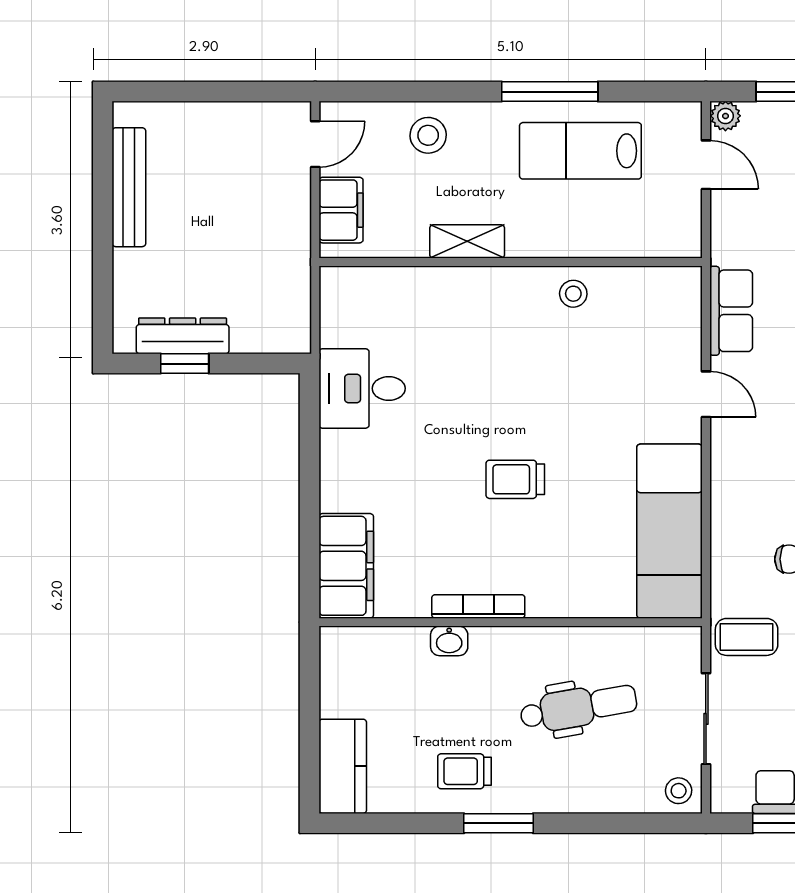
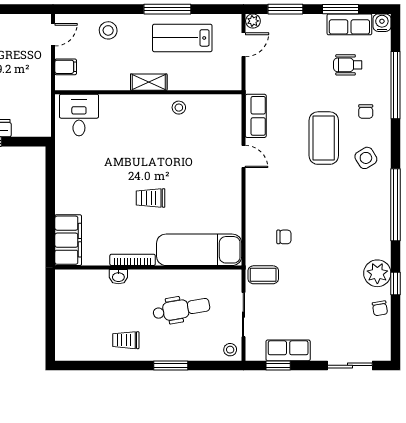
door: (706, 165) -> (243, 45), hinge flipped
filing cabinet: (341, 210) -> (66, 67), width x0.50
shelving: (467, 241) -> (149, 82), moved
desk: (362, 388) -> (79, 115), moved, turned 90
exam couch: (670, 531) -> (199, 250), moved, turned 90
kitchen counter: (343, 766) -> (66, 338), removed
window: (499, 823) -> (171, 365), moved

